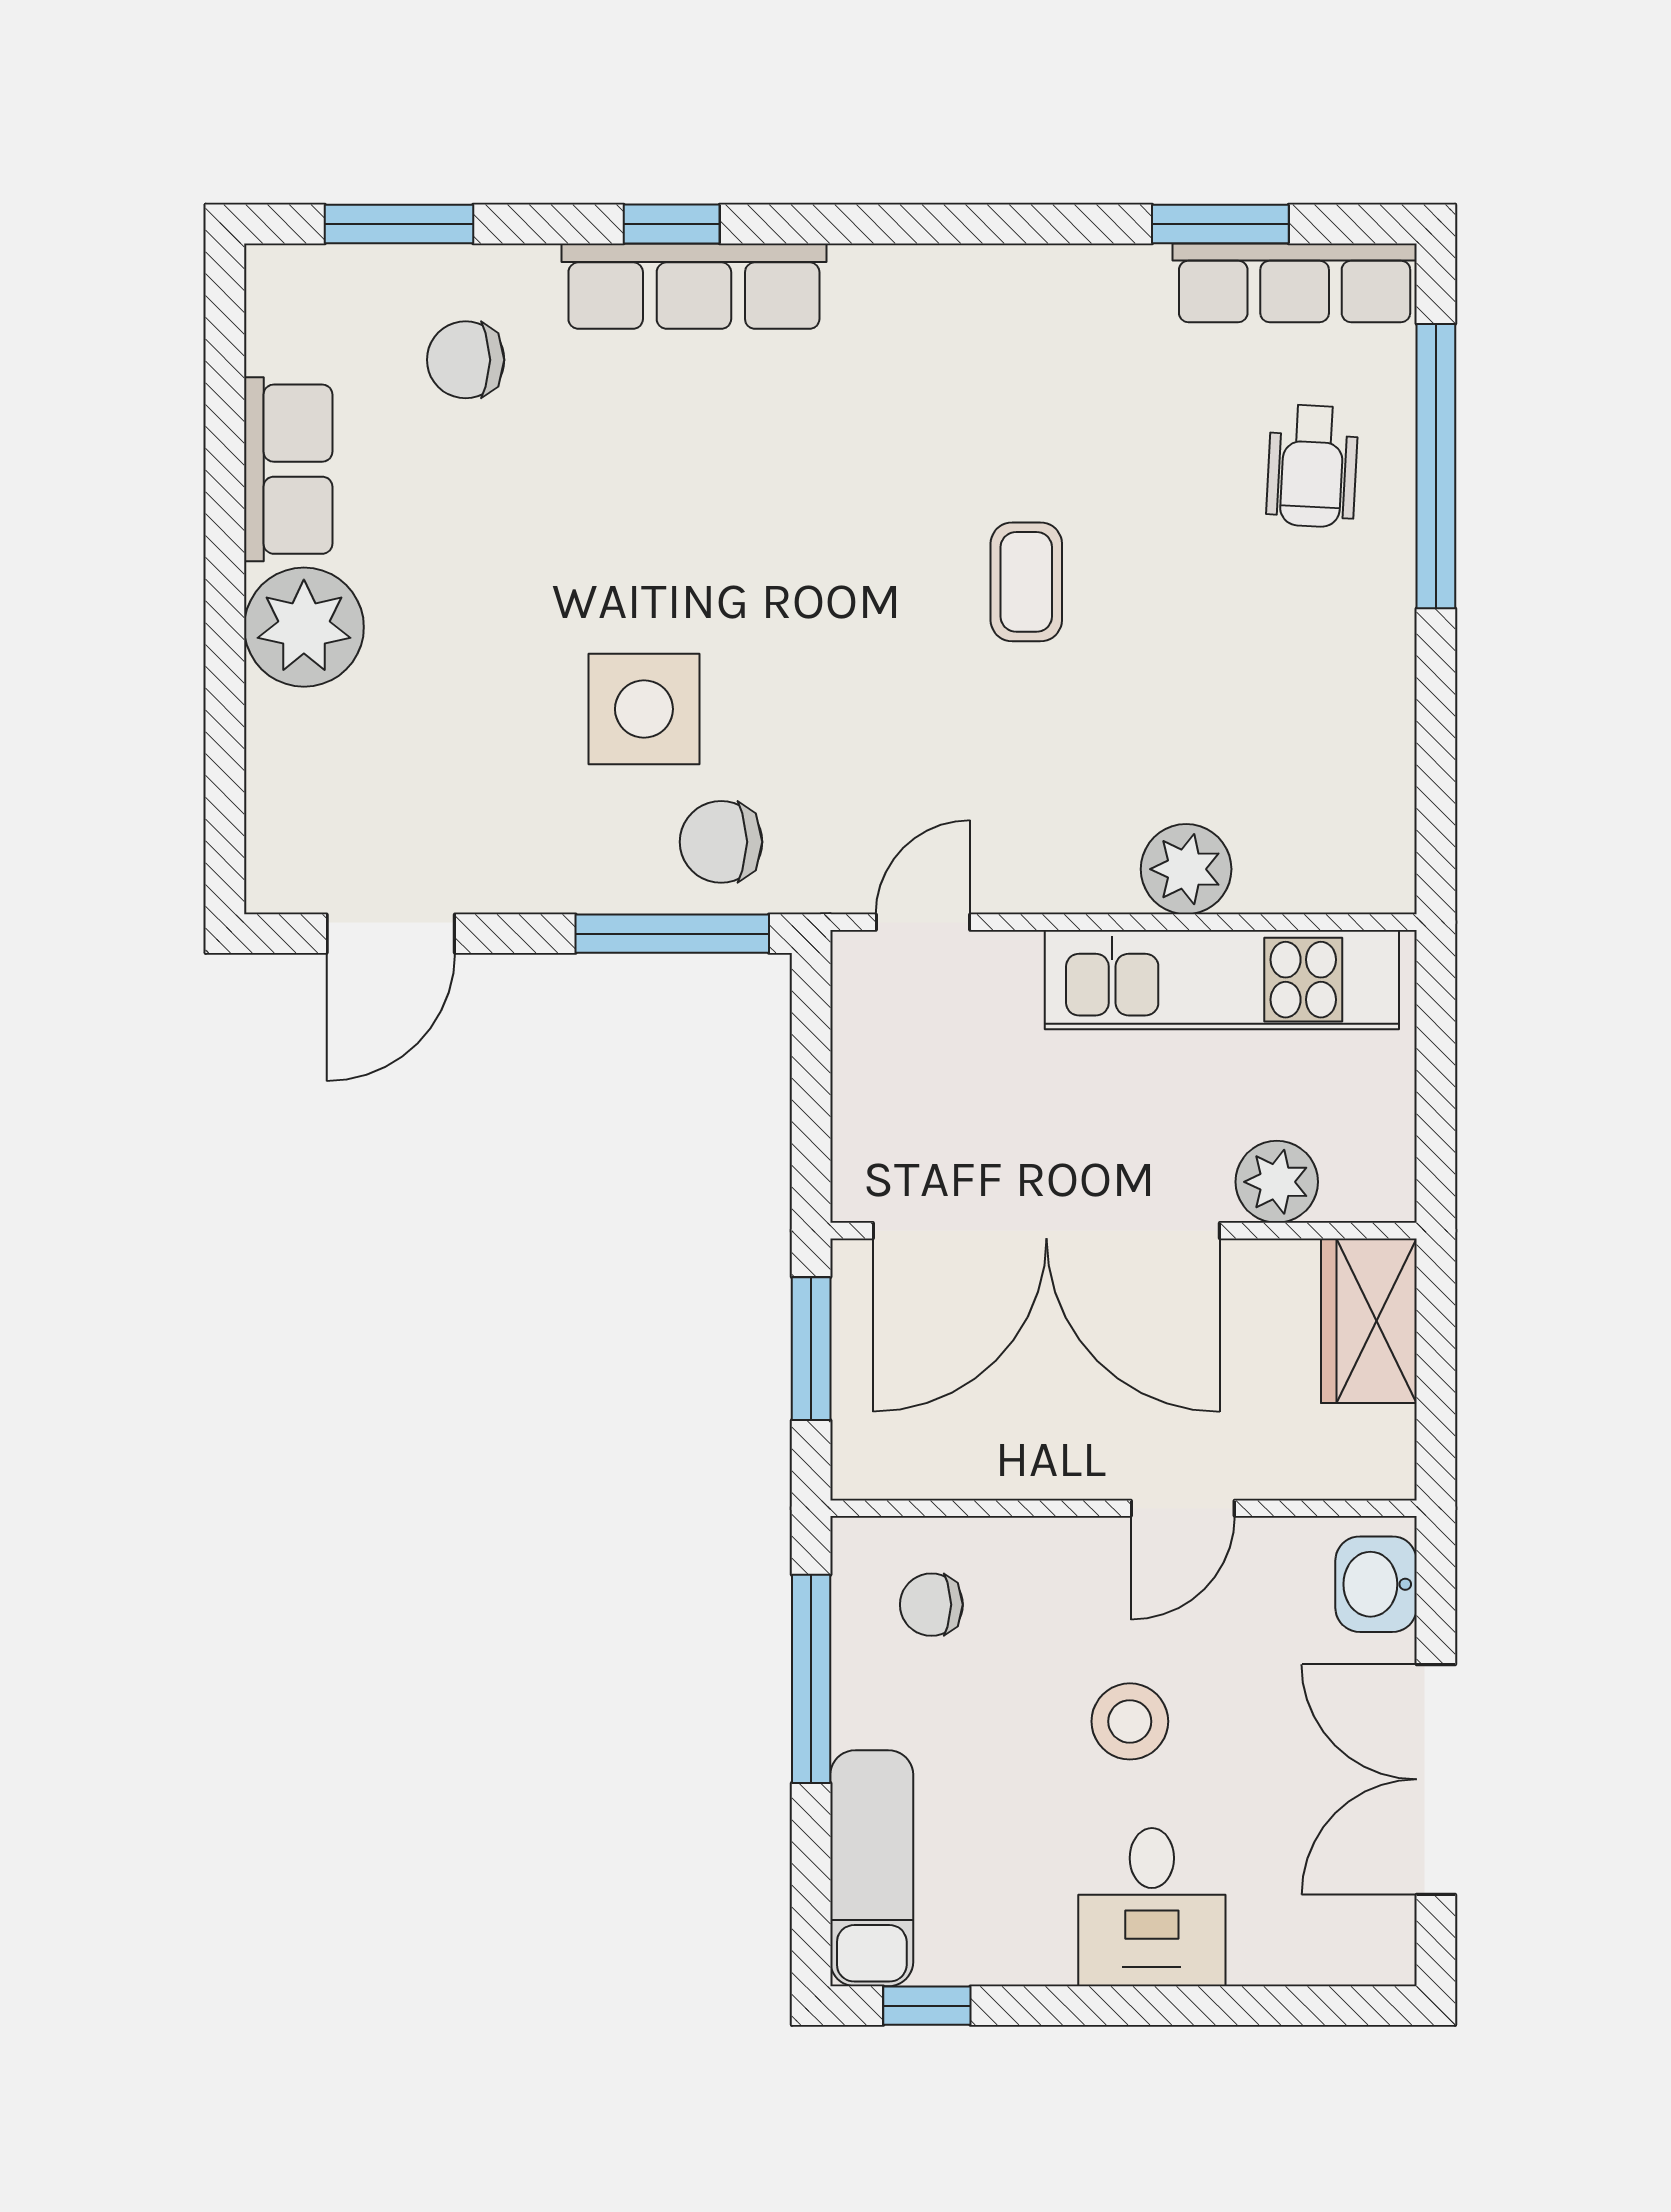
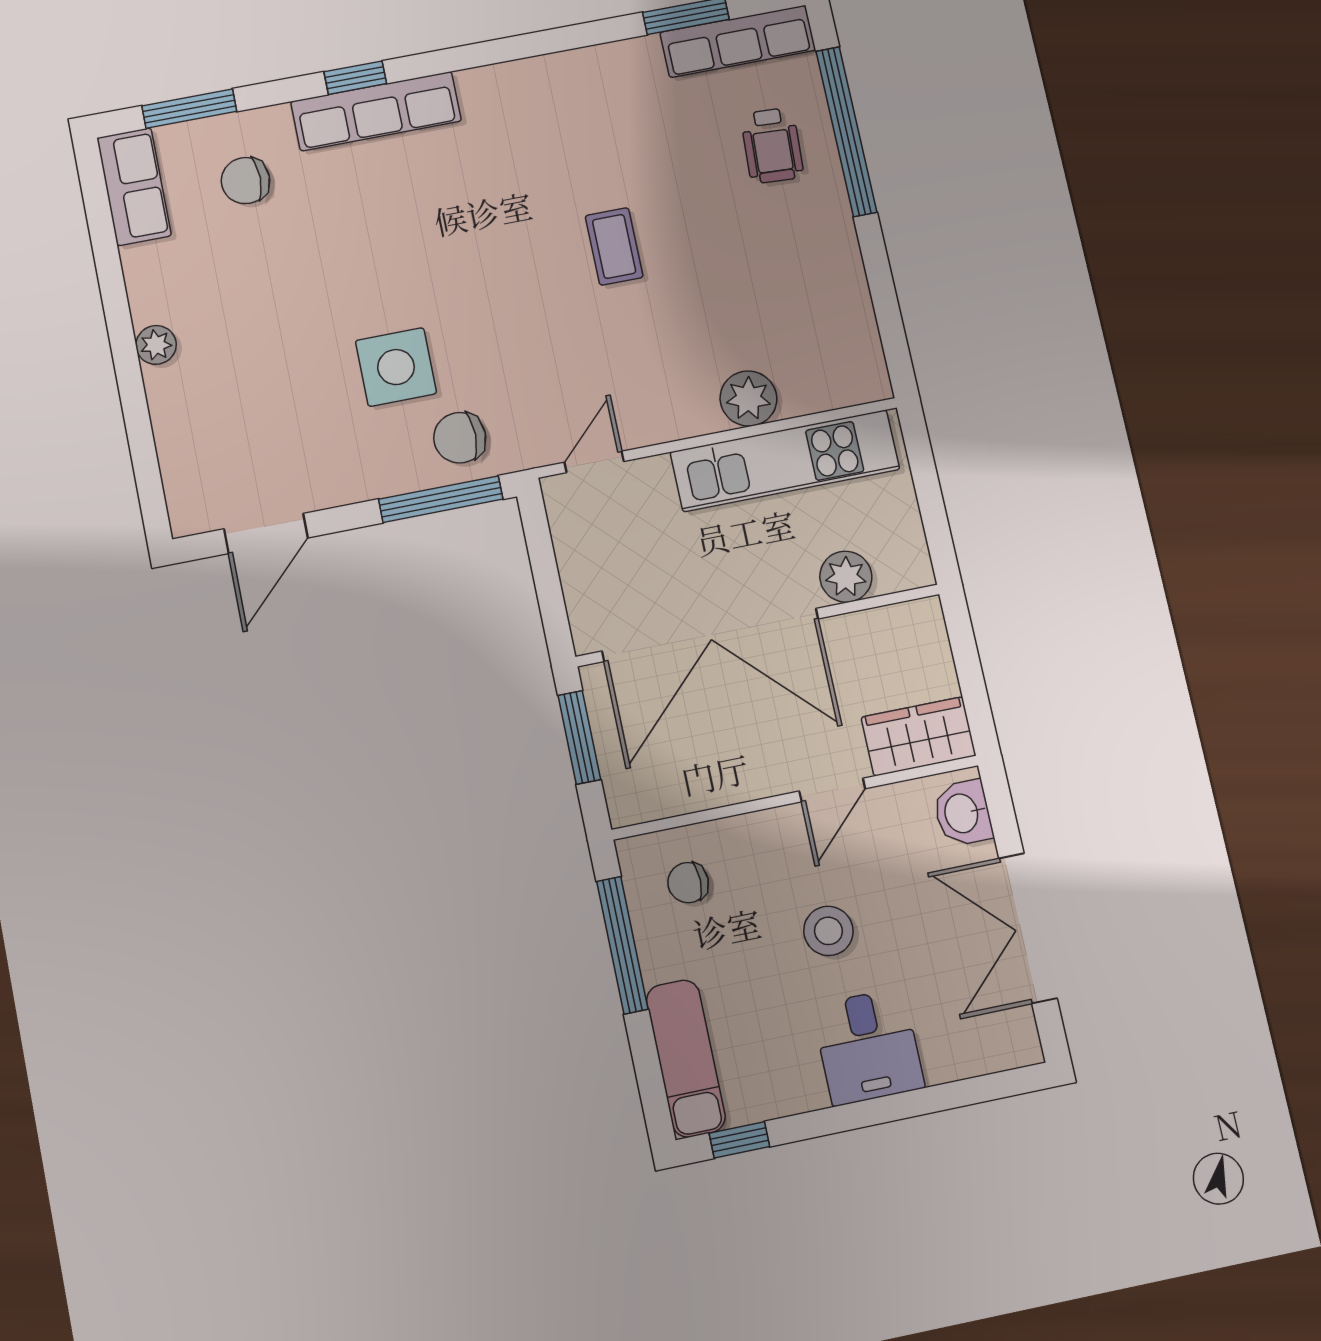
row of seats: (288, 469) -> (134, 187), moved
plant: (304, 627) -> (156, 345), width x0.53, depth x0.53
wardrobe: (1369, 1321) -> (918, 736), moved, turned 90

